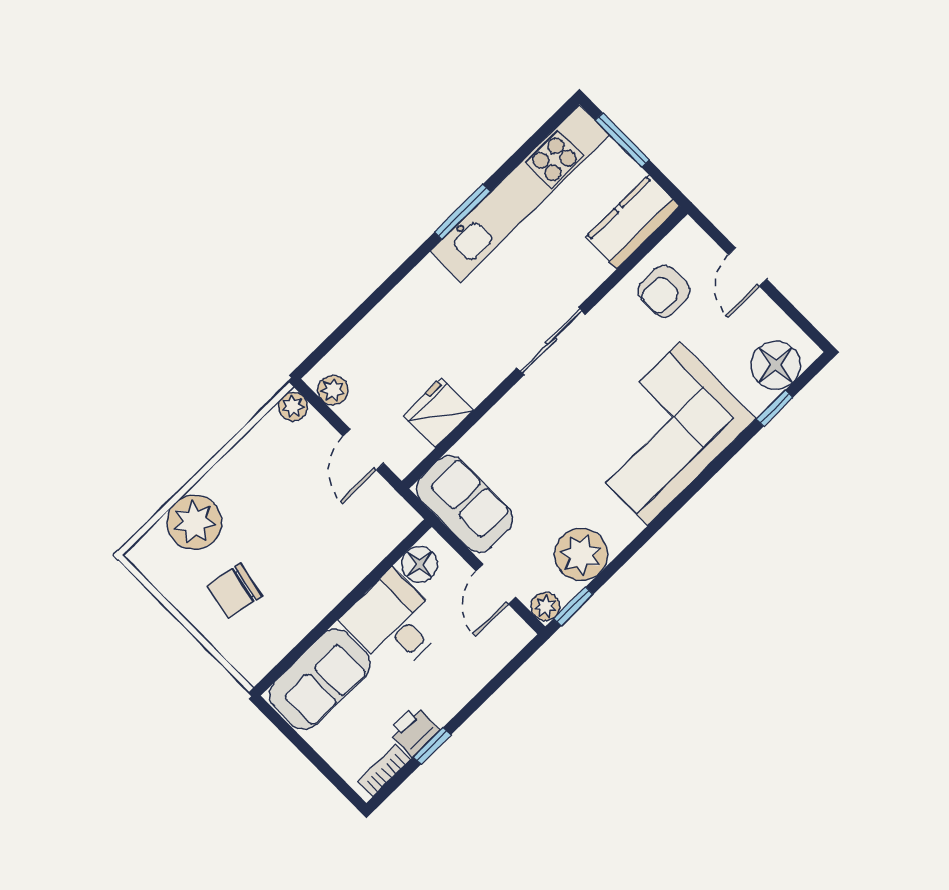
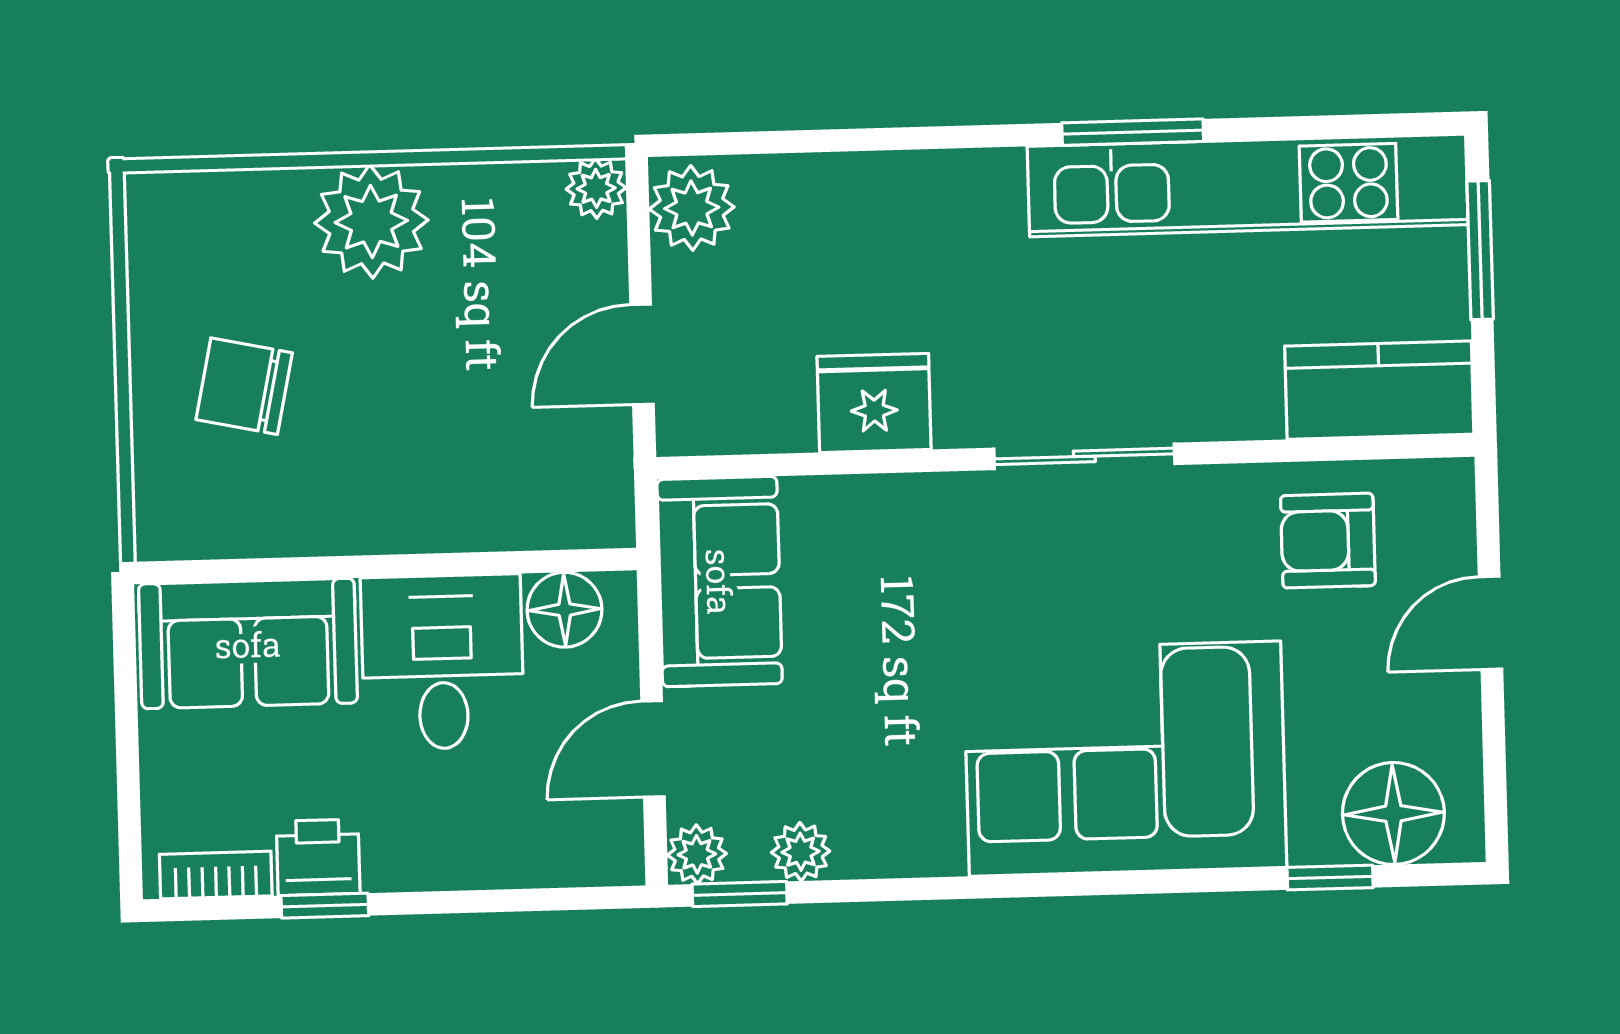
plant: (333, 390) -> (692, 208), width x1.38, depth x1.38
fridge: (438, 413) -> (874, 403), moved
plant: (194, 522) -> (371, 222), moved
plant: (581, 555) -> (801, 852), width x0.53, depth x0.53

